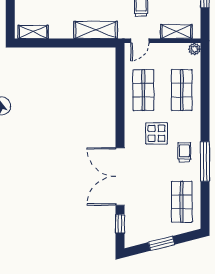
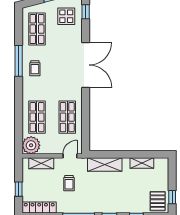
shelving: (33, 32) -> (142, 163), moved
plant: (195, 49) -> (31, 145), width x1.87, depth x1.87
display table: (157, 133) -> (66, 16), moved
double door: (120, 176) -> (86, 65), moved

